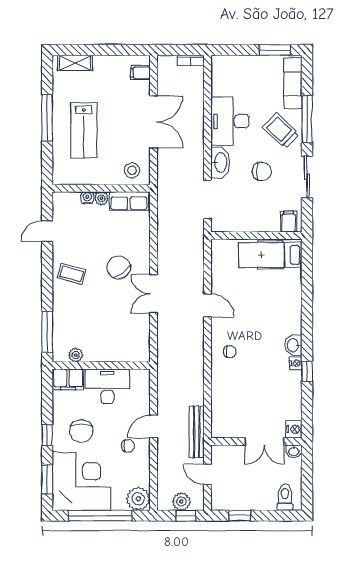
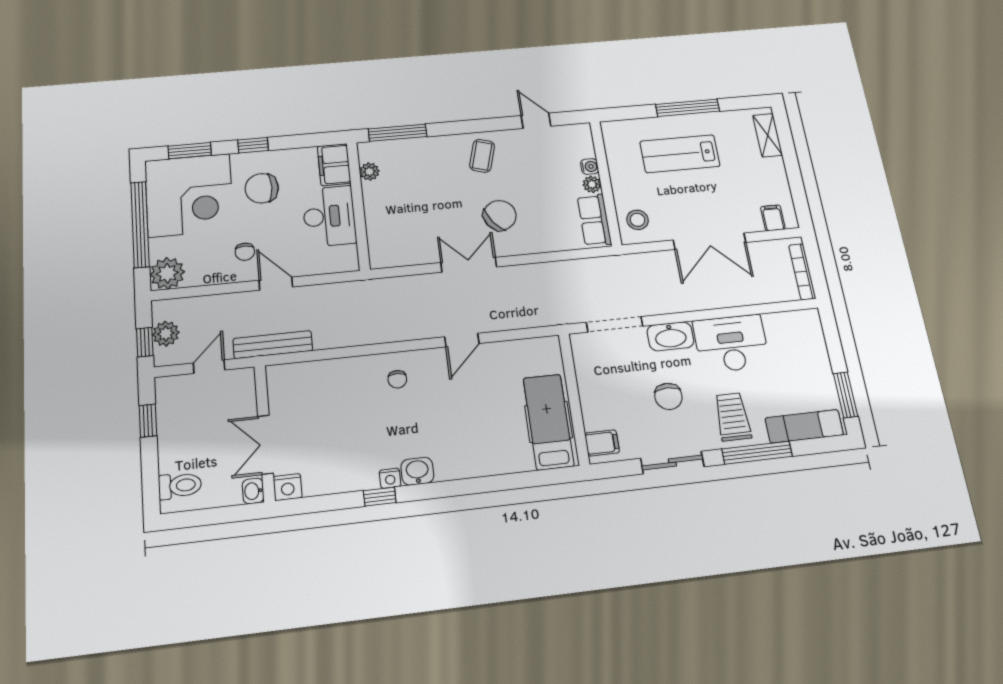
bookcase: (191, 60) -> (802, 272), width x1.56
trolley: (281, 131) -> (733, 417), turned -43

